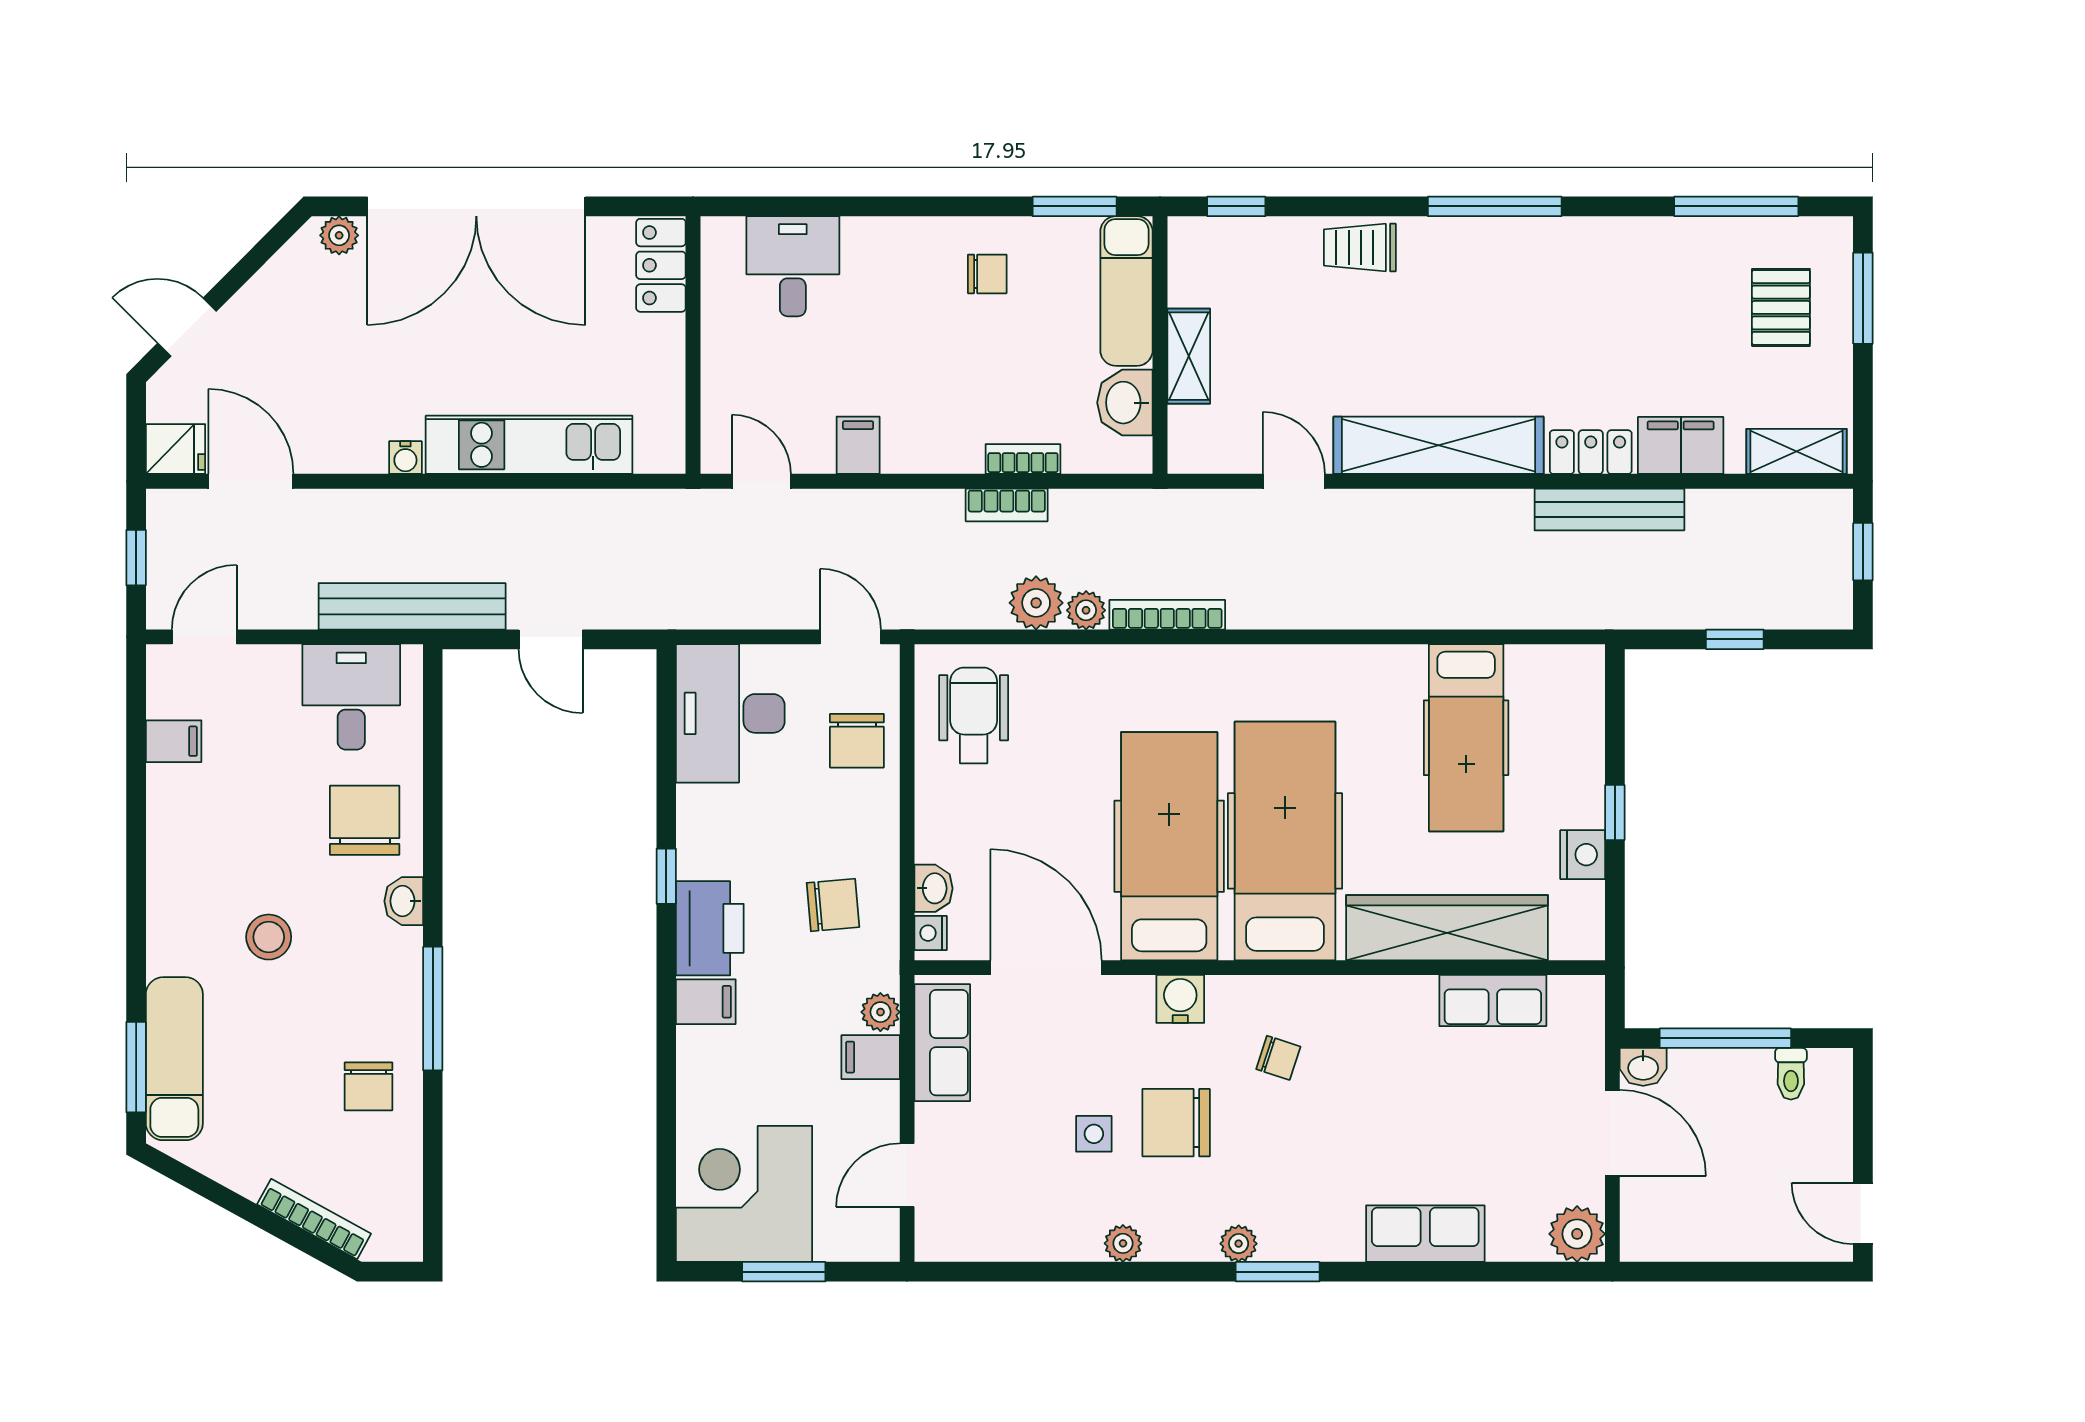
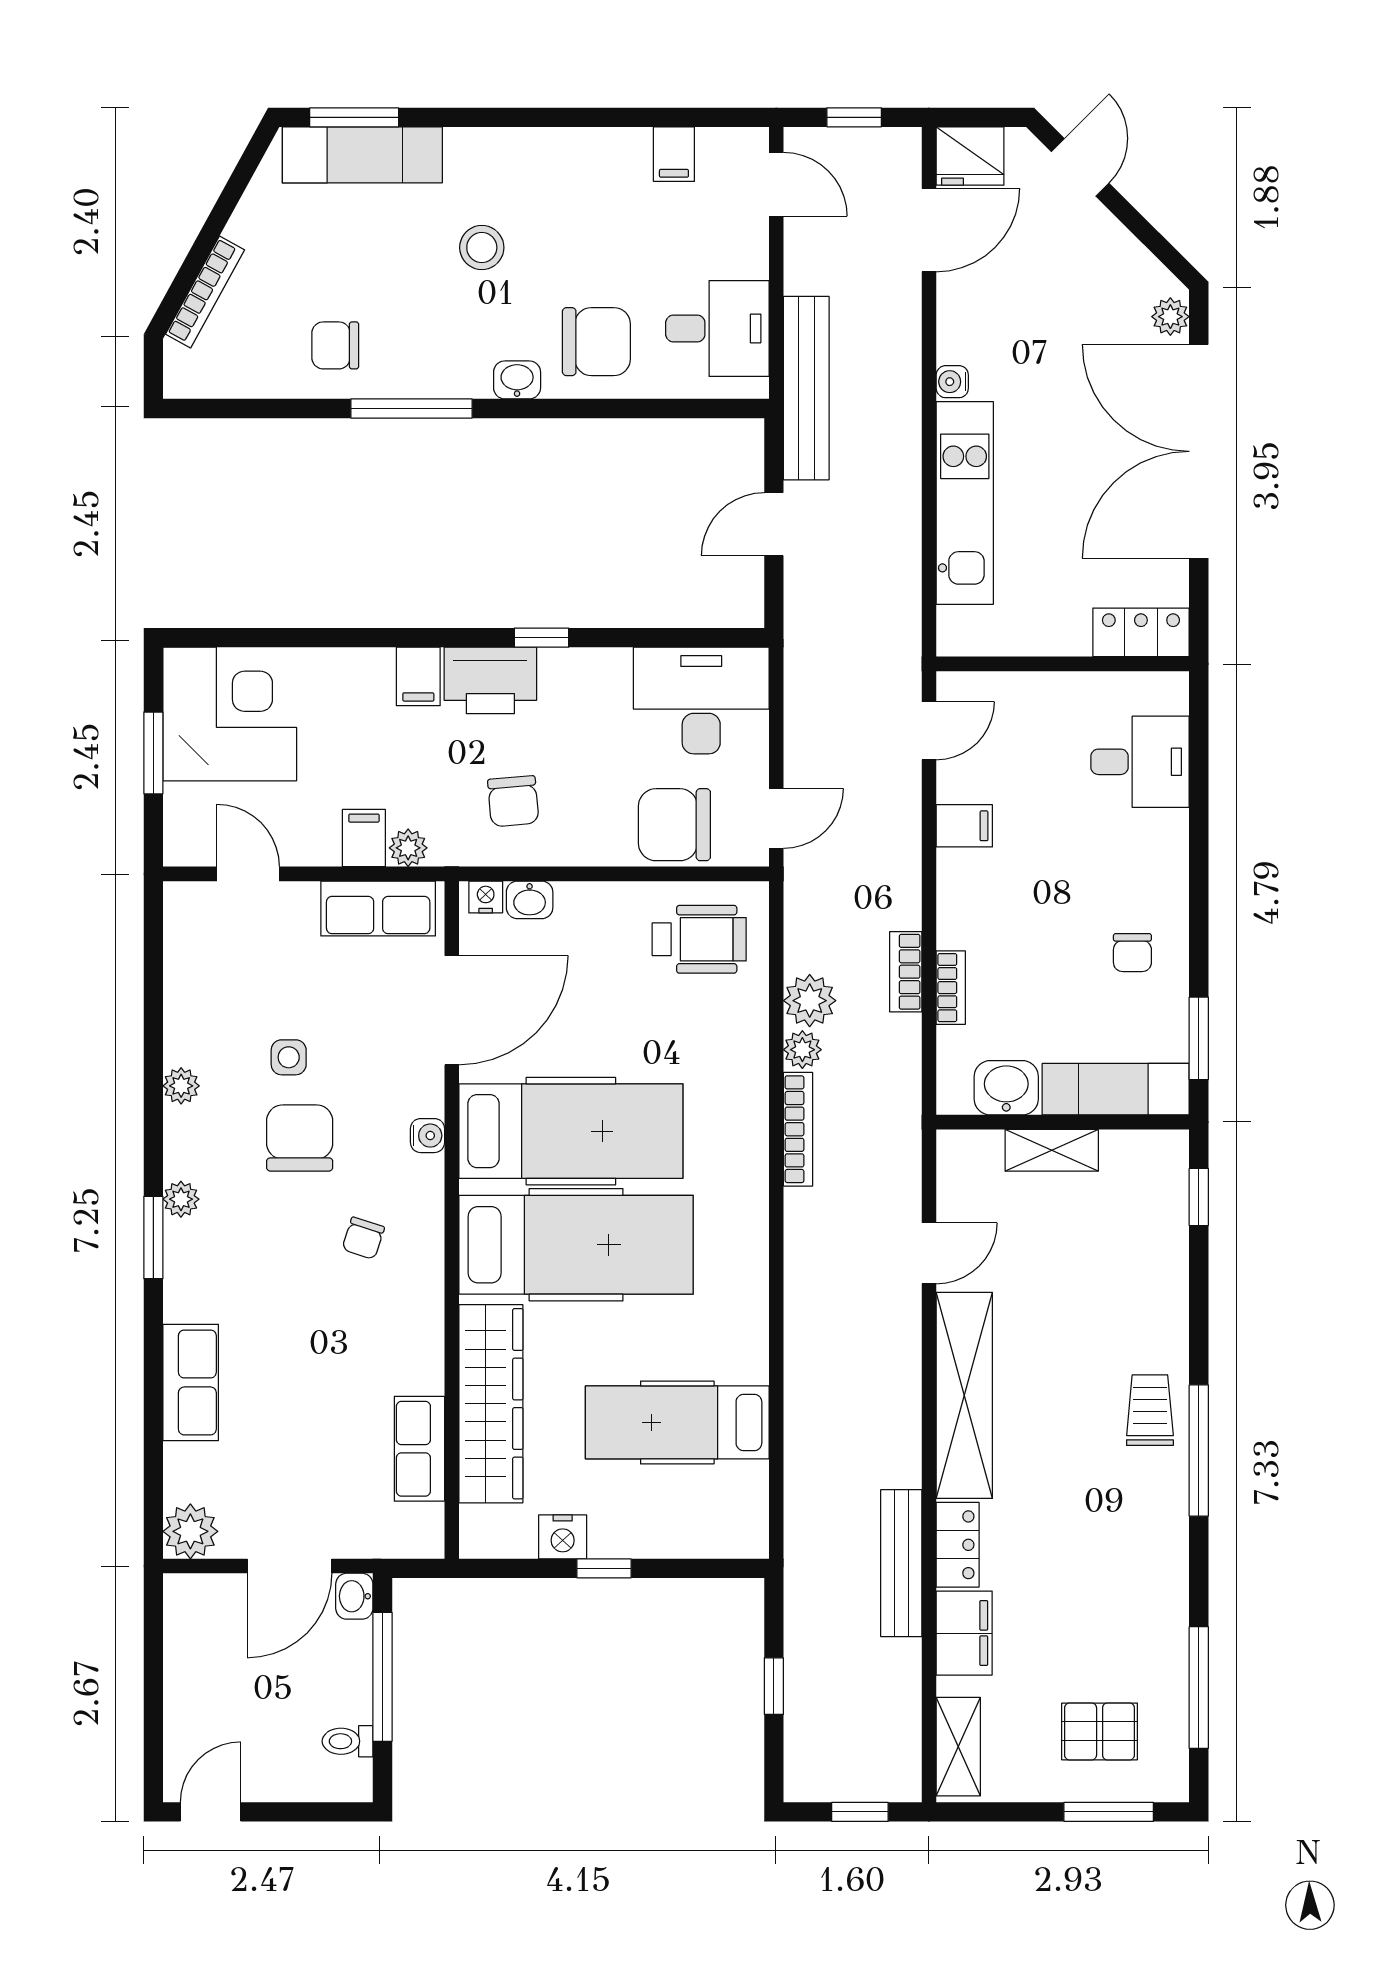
trolley: (1360, 247) -> (1150, 1410), moved
fridge: (175, 449) -> (970, 156), width x1.38
chair: (857, 741) -> (674, 825), width x1.37, depth x1.37
water cooler: (1180, 999) -> (428, 1136), width x0.72, depth x0.72

